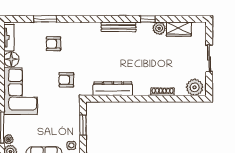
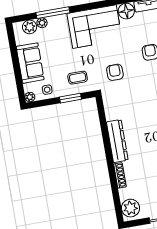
dresser: (113, 89) -> (117, 141), moved
coffee table: (65, 115) -> (78, 78), added

